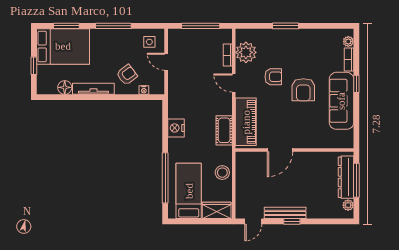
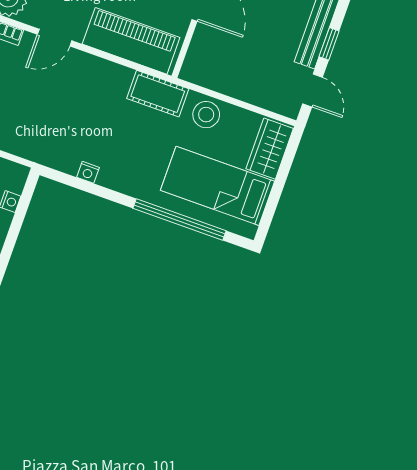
nightstand: (176, 128) -> (88, 172), width x0.53, depth x0.56
cot: (224, 130) -> (158, 94), moved
window: (292, 221) -> (329, 44), moved

